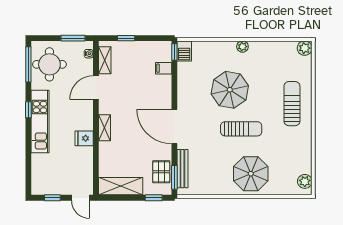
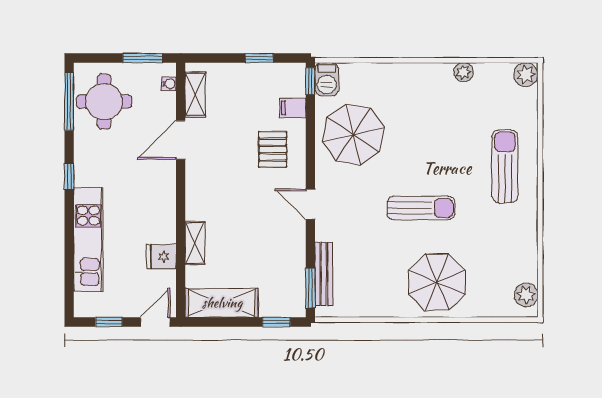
window: (126, 38) -> (259, 58), moved
plant: (242, 47) -> (464, 72), moved
parasol: (230, 90) -> (353, 135), moved
kitchen unit: (40, 121) -> (88, 240), moved
door: (174, 127) -> (310, 204), width x0.53
shelving: (104, 128) -> (195, 243), moved
fridge: (84, 138) -> (161, 257), moved
pallet: (161, 172) -> (273, 150), moved
door: (80, 198) -> (155, 322), swing flipped

